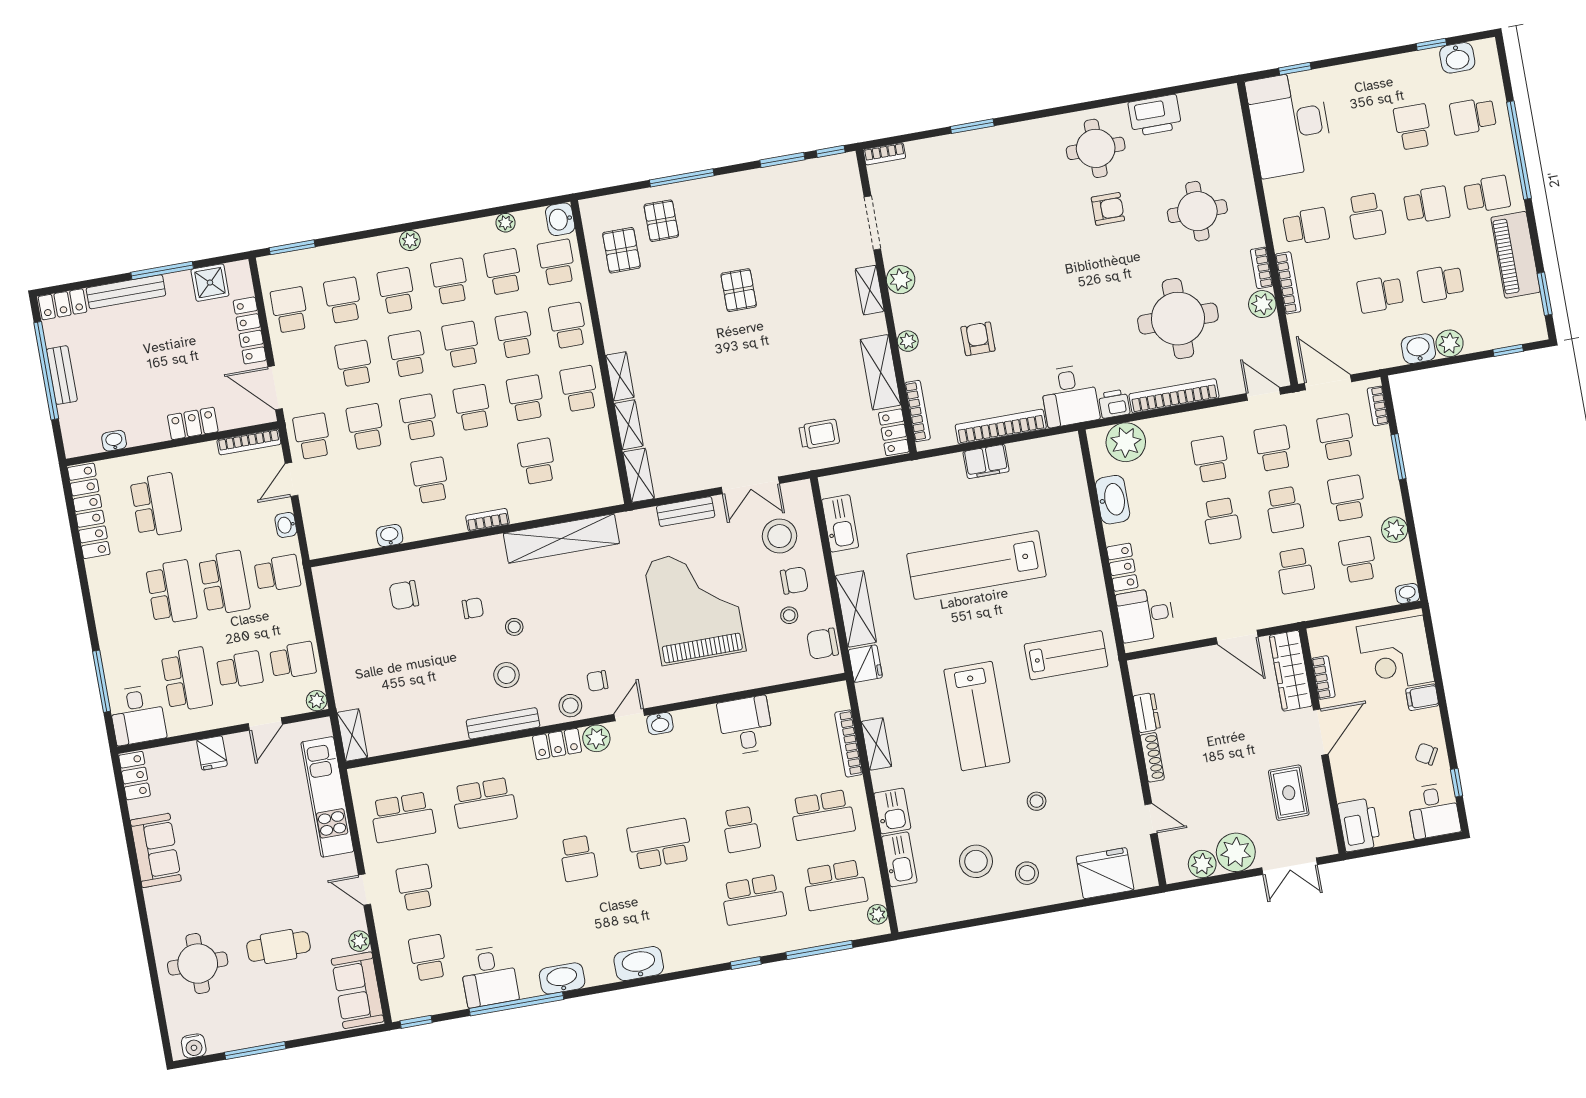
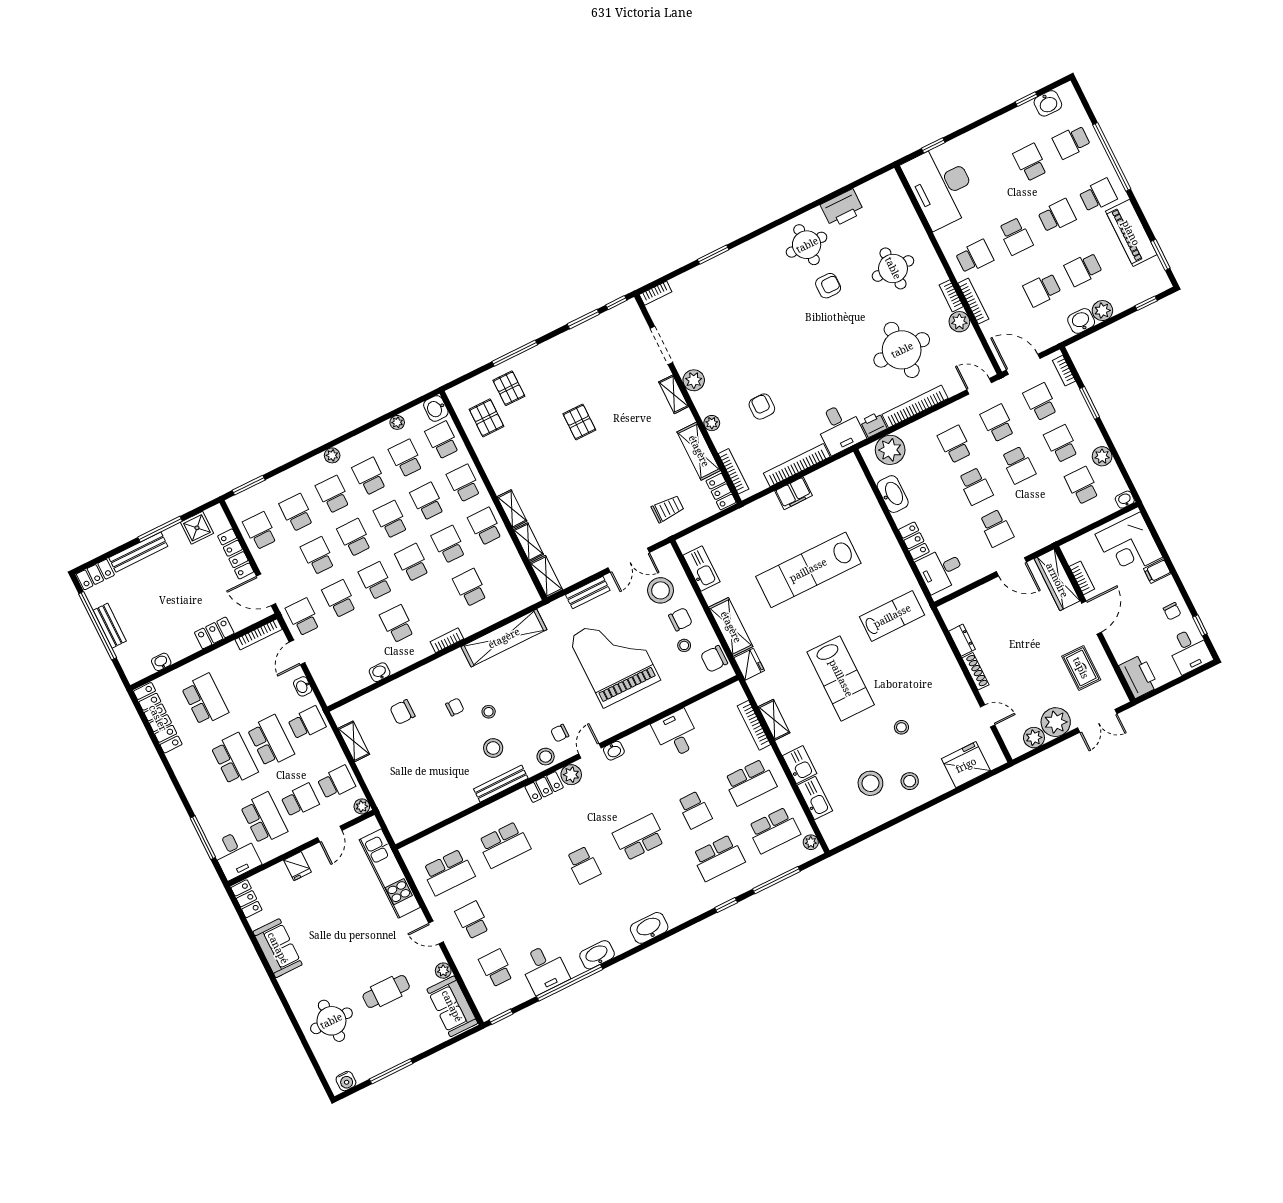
school desk: (1295, 571) -> (996, 528), moved
shelving: (352, 735) -> (354, 741), moved
chair: (1426, 754) -> (1172, 611), turned -119

